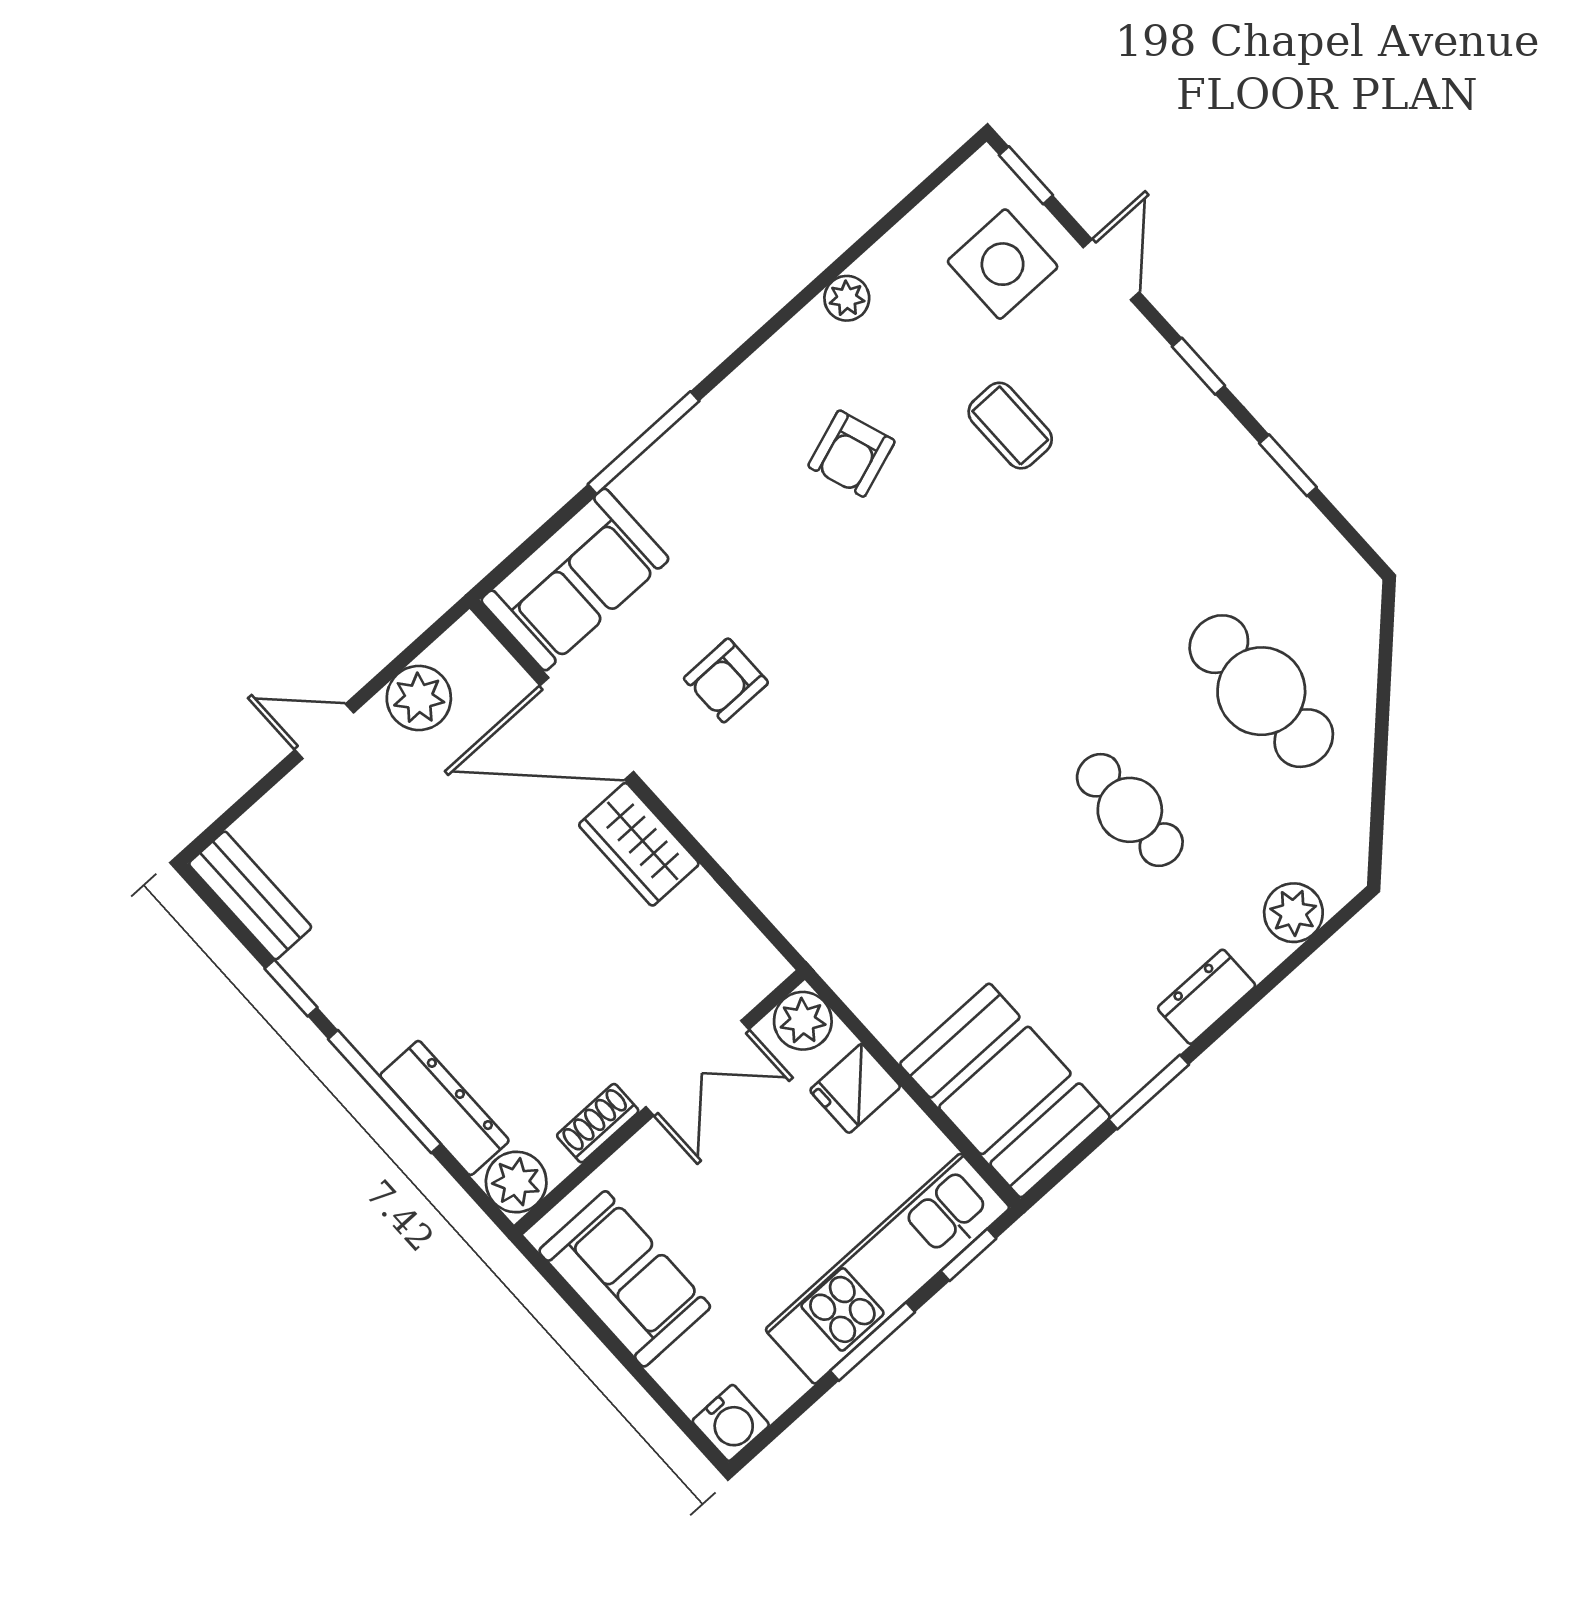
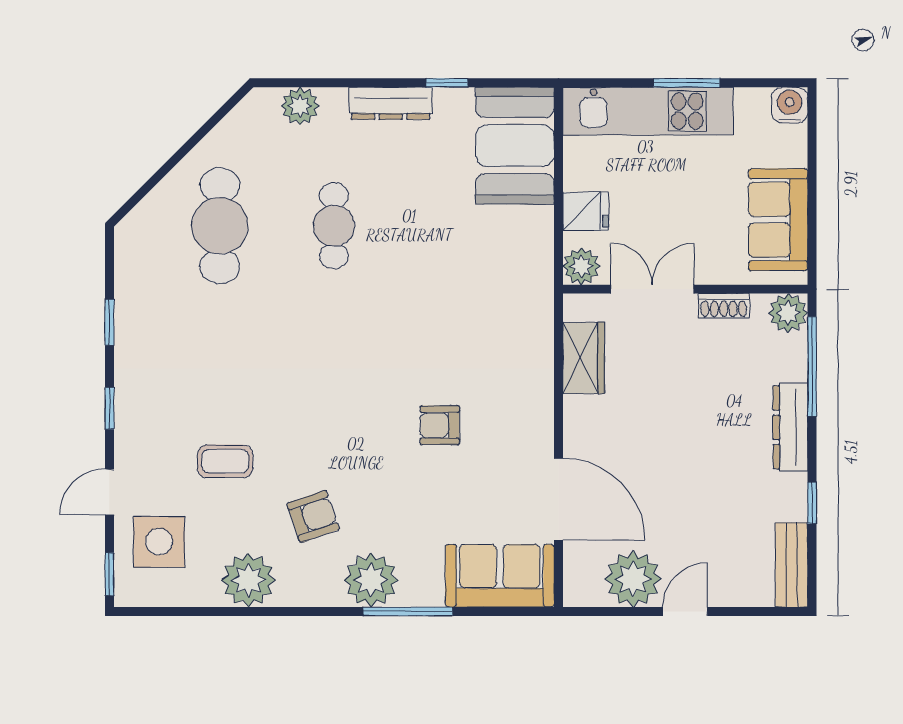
plant: (847, 298) -> (248, 580), width x1.88, depth x1.88
coffee table: (1010, 426) -> (225, 461), turned 90
plant: (719, 441) -> (371, 580), added
armchair: (726, 680) -> (440, 425), moved, turned 180
plant: (419, 698) -> (633, 579), width x1.36, depth x1.36
door: (324, 731) -> (685, 611), swing flipped
wardrobe: (639, 844) -> (584, 358), moved
dresser: (1207, 997) -> (391, 103), width x1.44
window: (385, 1092) -> (812, 367), moved
window: (1149, 1092) -> (447, 83), width x0.67
dresser: (444, 1108) -> (790, 427), moved
window: (968, 1255) -> (603, 83), removed

